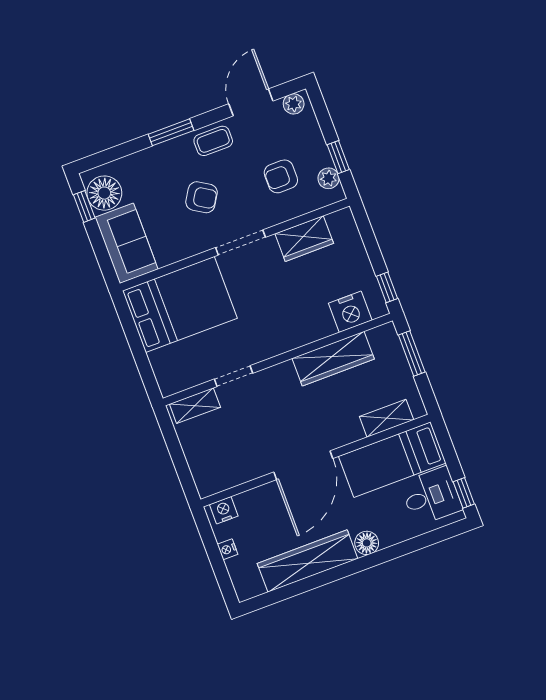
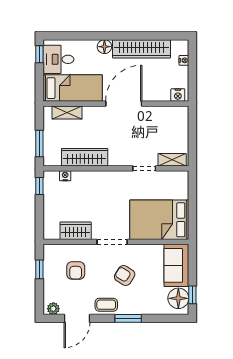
armchair: (281, 176) -> (76, 271), turned 90
plant: (329, 178) -> (49, 259), removed
nightstand: (350, 312) -> (65, 176), width x0.53, depth x0.56
nightstand: (228, 549) -> (184, 60), moved

